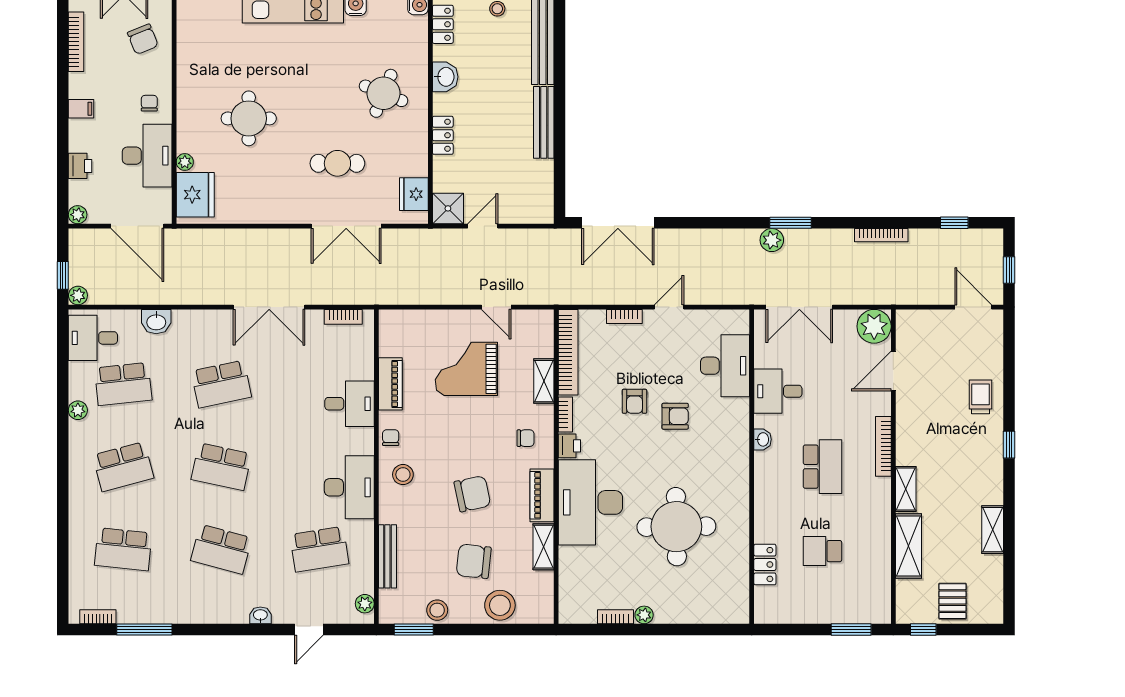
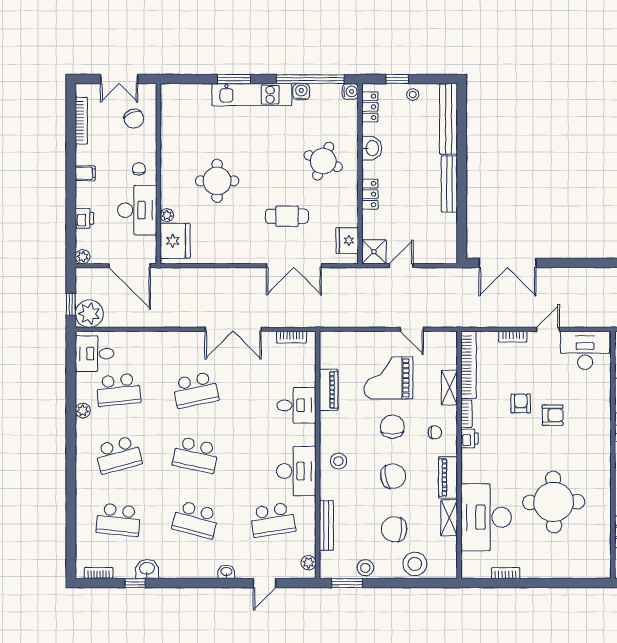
plant: (78, 295) -> (89, 314), width x1.87, depth x1.87
washbasin: (156, 322) -> (147, 569), moved, turned 180
desk: (725, 366) -> (585, 350), moved, turned -90
armchair: (634, 401) -> (521, 403), turned 180
chair: (391, 438) -> (392, 427), moved, width x1.87, depth x1.87
desk: (590, 502) -> (486, 517), moved
plant: (644, 615) -> (528, 571), removed
window: (144, 630) -> (135, 583), width x0.46

